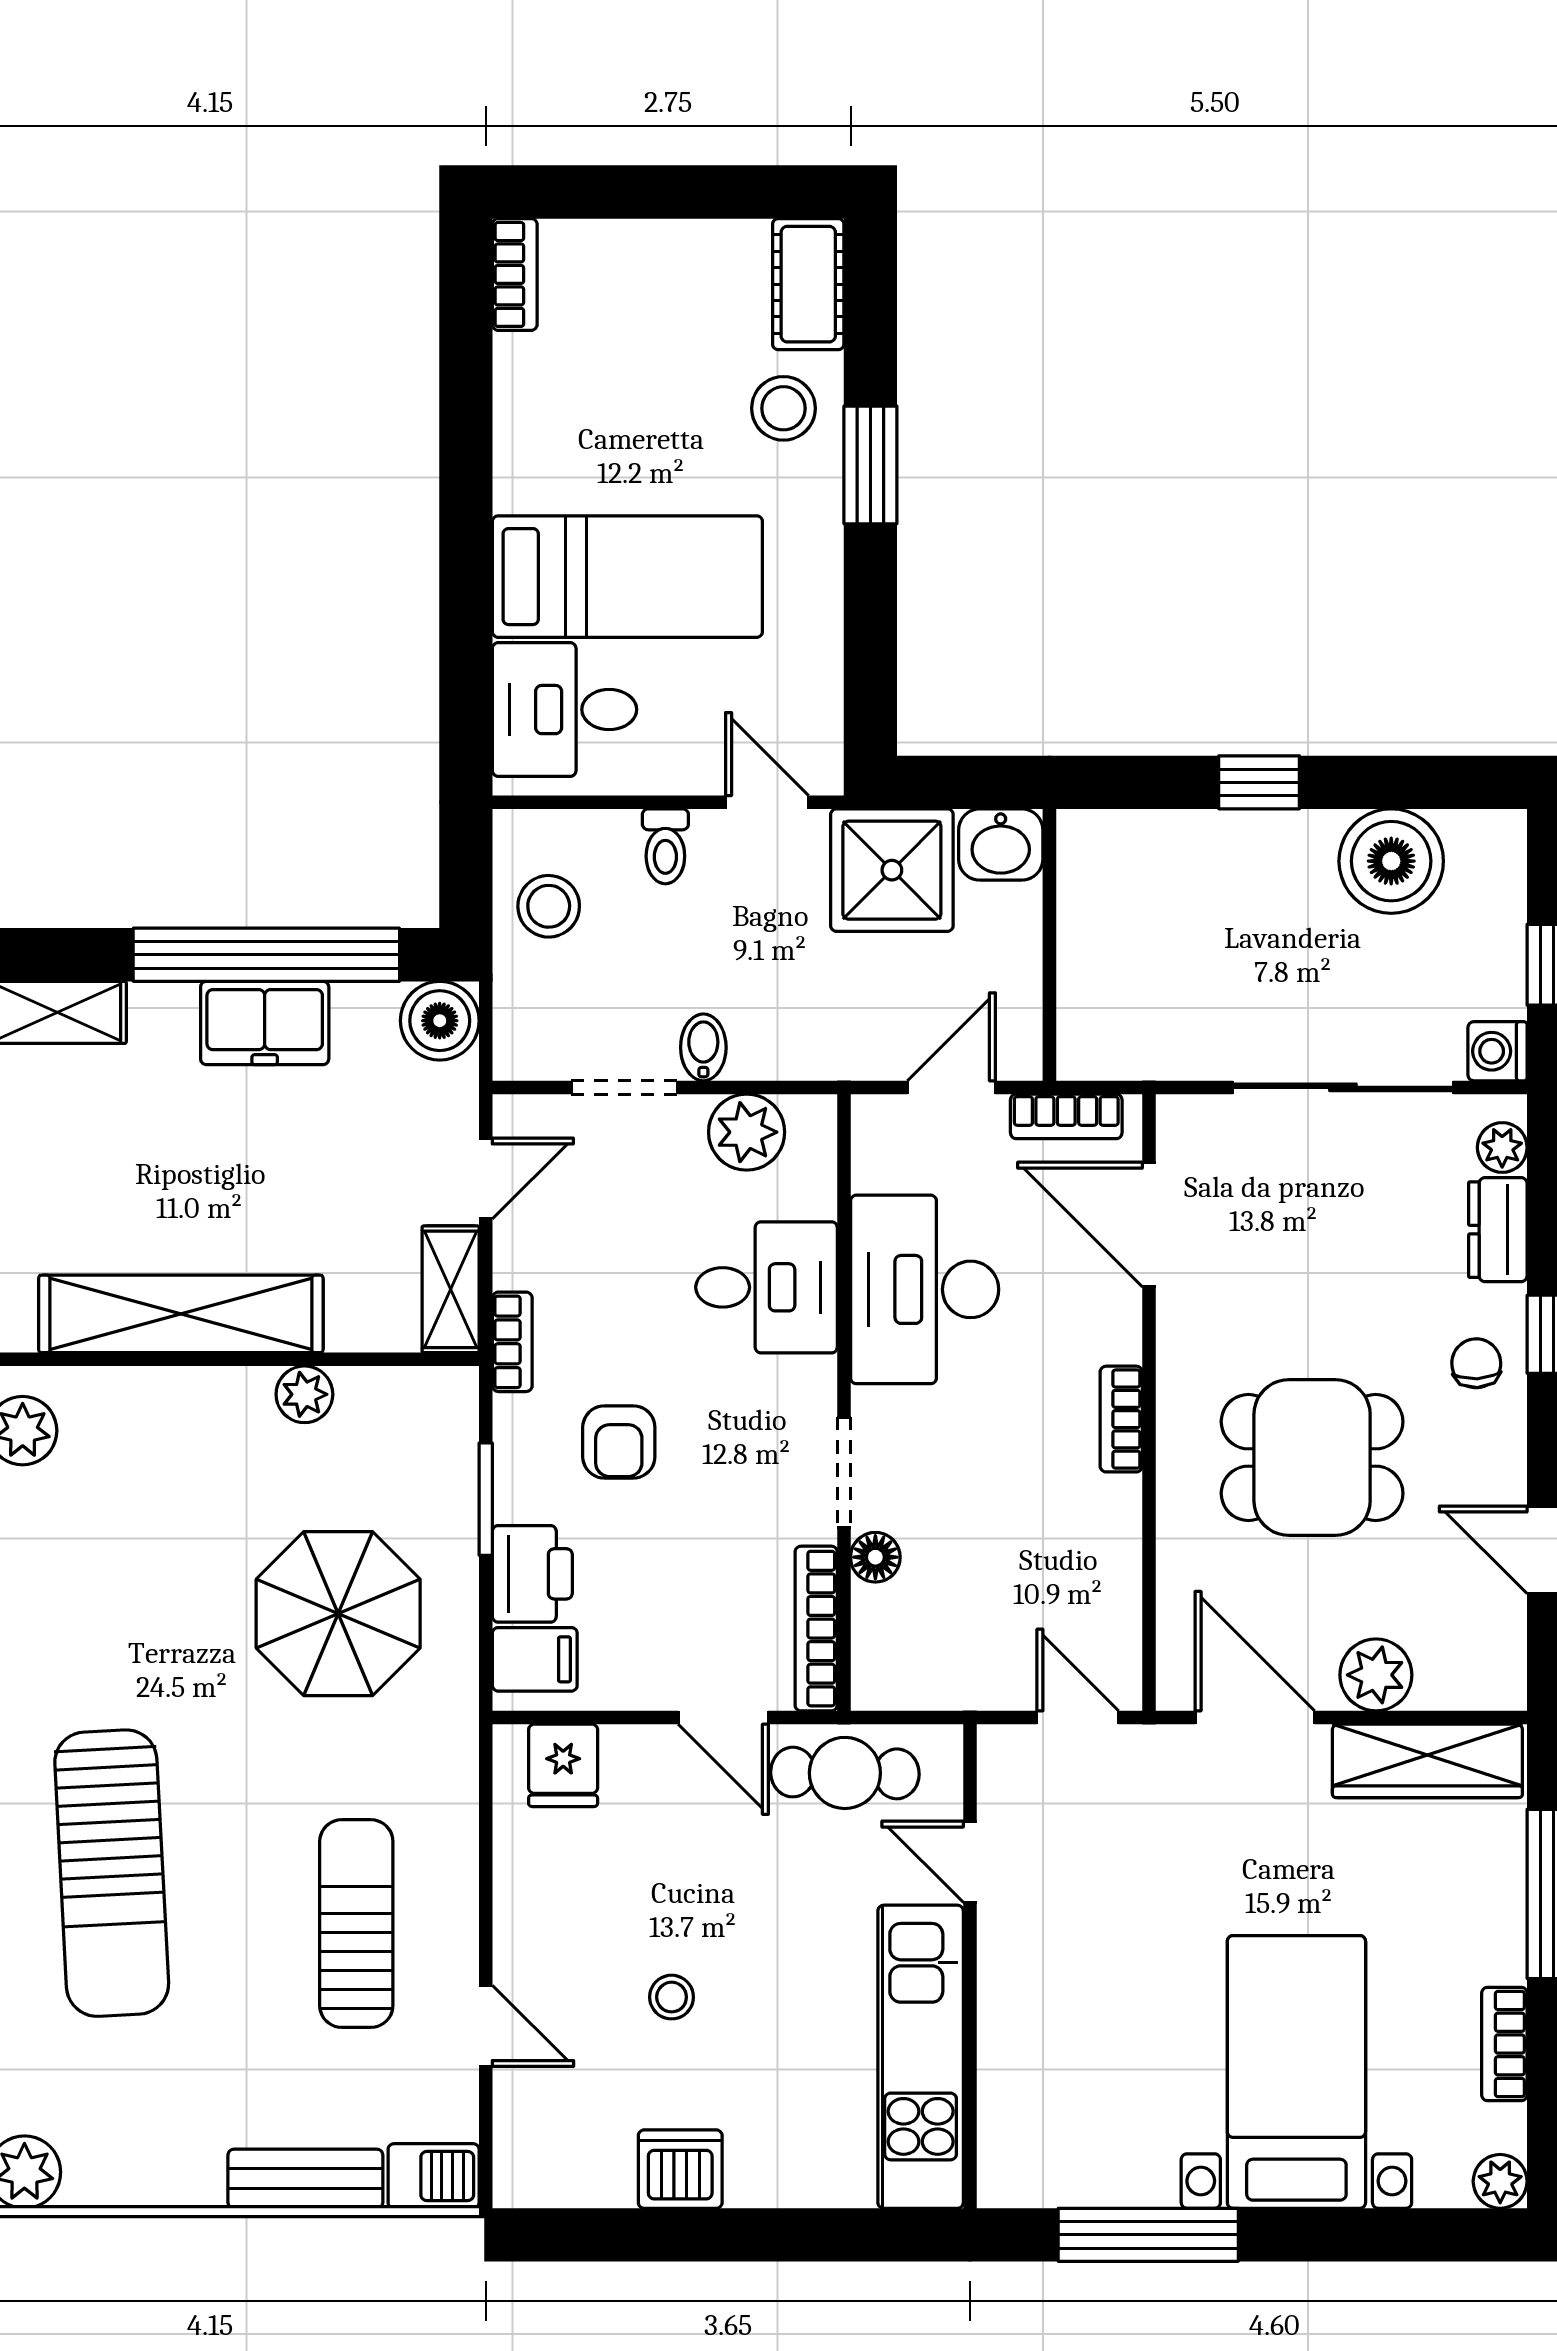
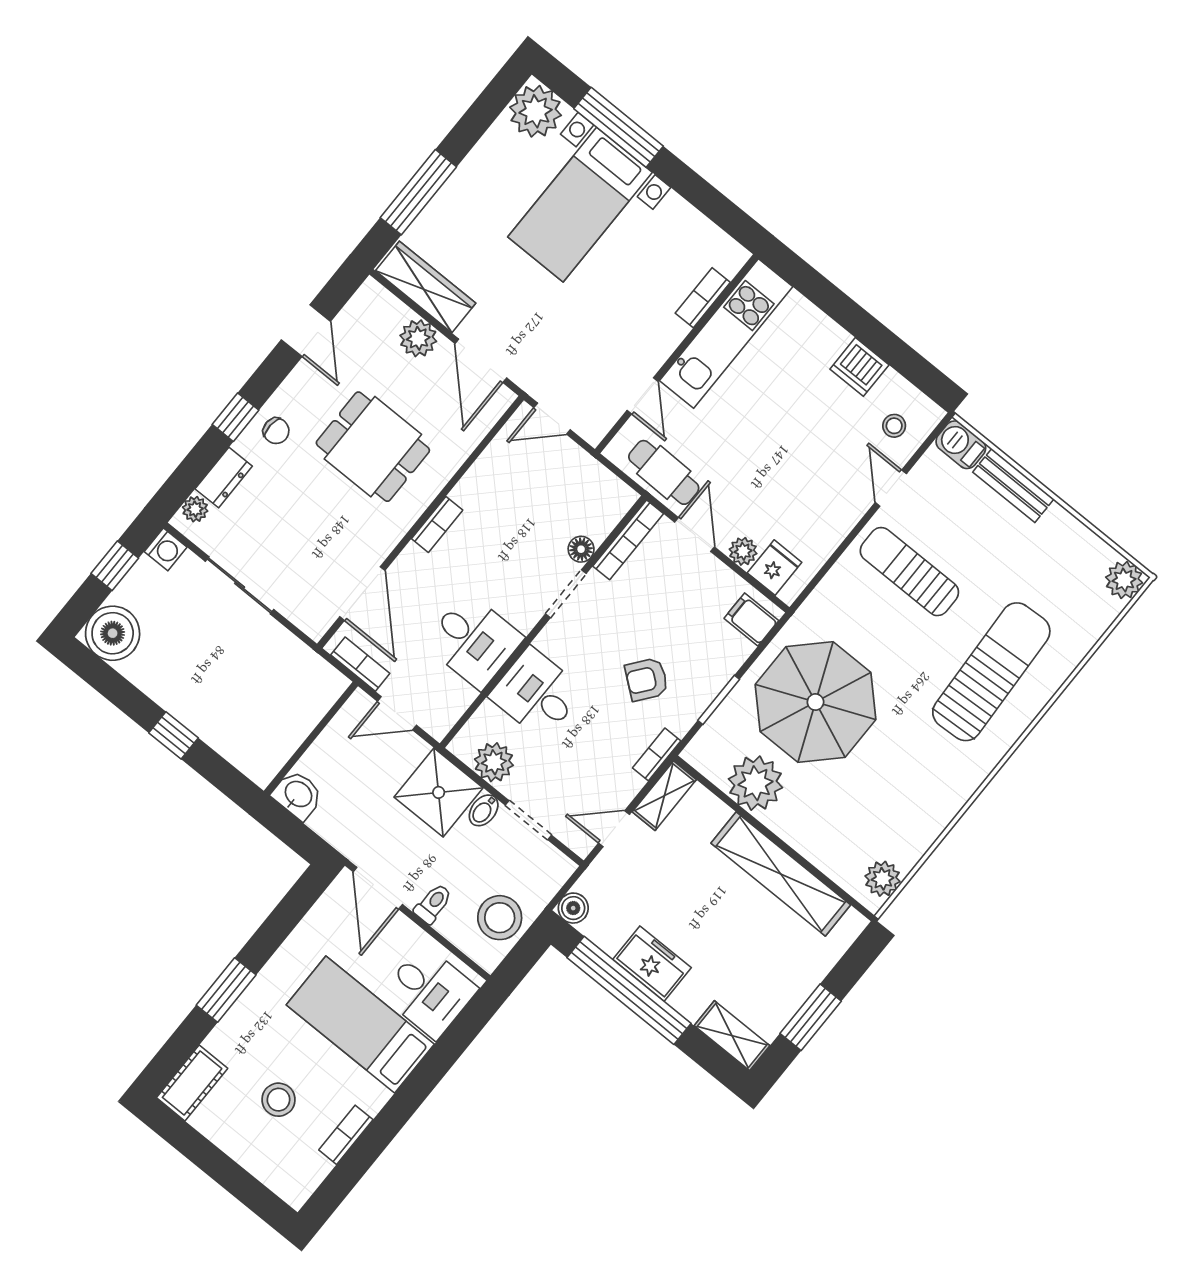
bookcase: (515, 274) -> (346, 1135), moved
stool: (783, 408) -> (279, 1100), moved
door: (767, 802) -> (378, 888), width x1.38
boiler: (1391, 861) -> (113, 633), moved
shower: (892, 870) -> (439, 792), moved
stool: (549, 906) -> (500, 918), width x1.38, depth x1.38
boiler: (440, 1021) -> (573, 908), width x0.73, depth x0.73
sliding door: (1343, 1087) -> (240, 585), width x0.73
desk: (925, 1289) -> (474, 641), width x0.73
chair: (1476, 1363) -> (276, 431), turned -84
plant: (304, 1394) -> (755, 783), width x1.87, depth x1.87
armchair: (619, 1442) -> (647, 679), turned -142
printer: (532, 1574) -> (724, 655), removed
parasol: (338, 1614) -> (815, 702), width x1.36, depth x1.36
door: (1078, 1717) -> (552, 419), hinge flipped
plant: (630, 1751) -> (743, 551), added
sun lounger: (356, 1924) -> (909, 572), turned 90
stool: (672, 1997) -> (894, 426), moved
bookcase: (1504, 2044) -> (703, 298), moved, turned 180
plant: (1500, 2181) -> (536, 111), width x1.87, depth x1.87
window: (1148, 2235) -> (619, 127), moved

